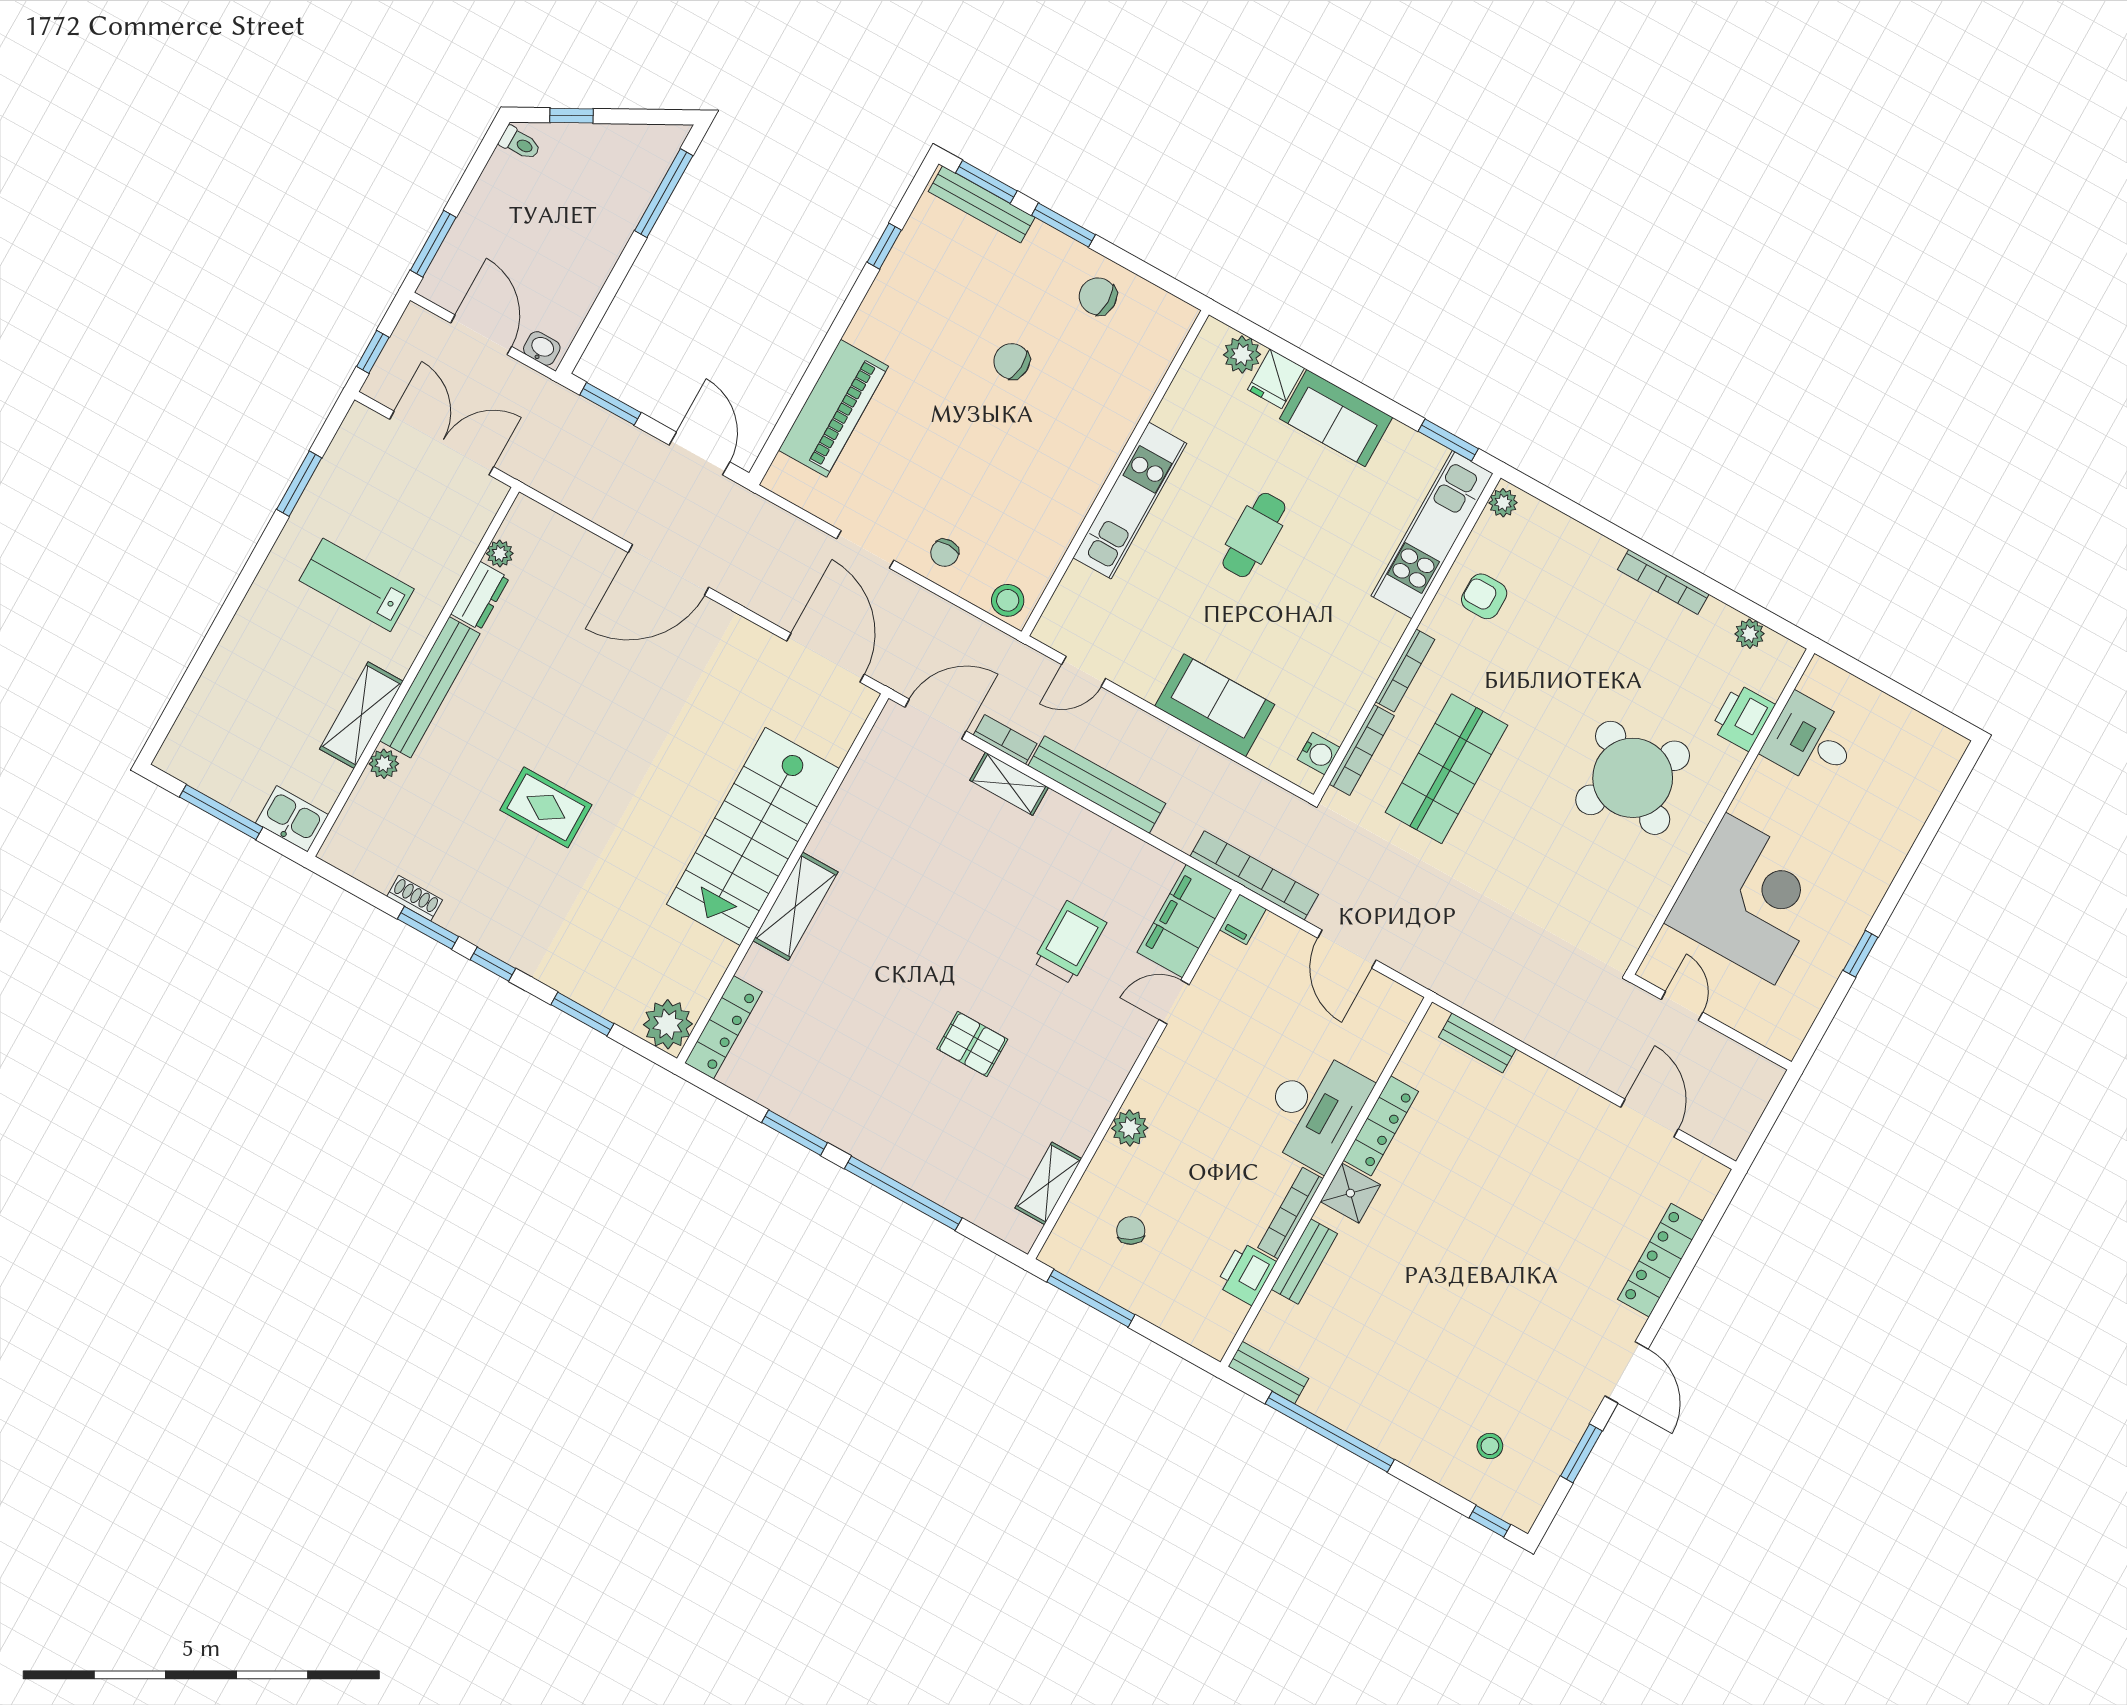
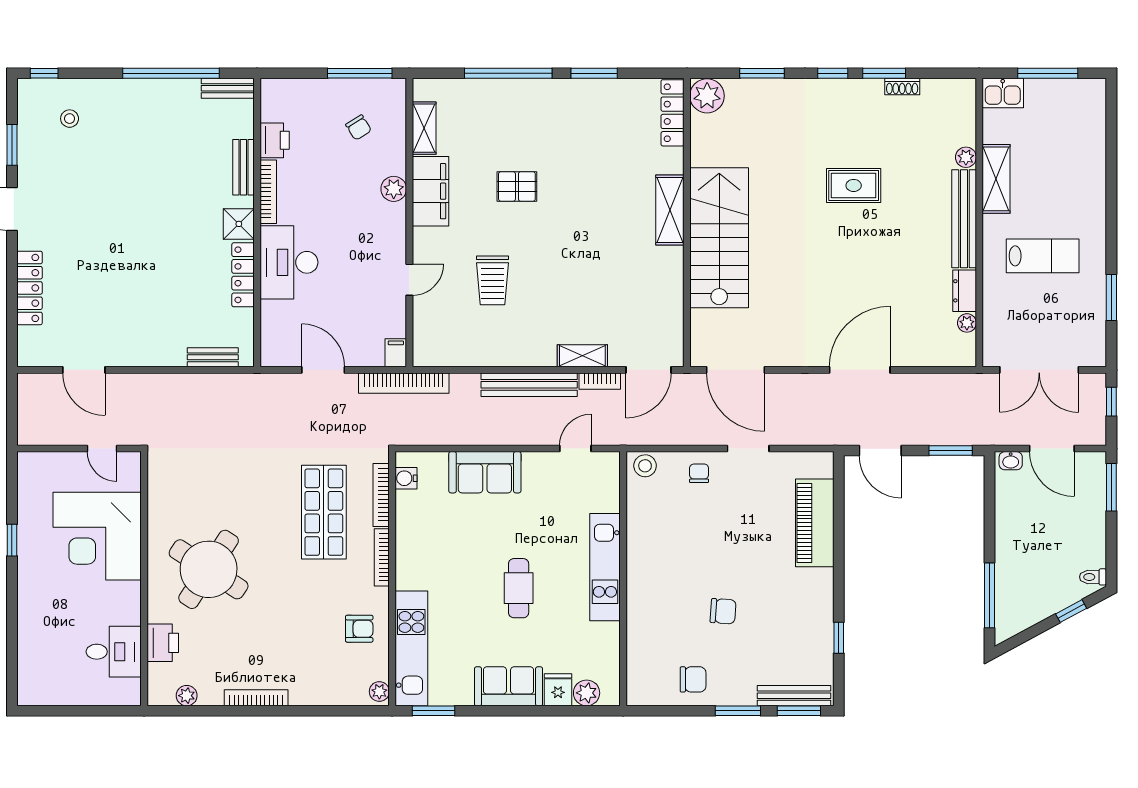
filing cabinet: (1185, 921) -> (430, 191), moved

